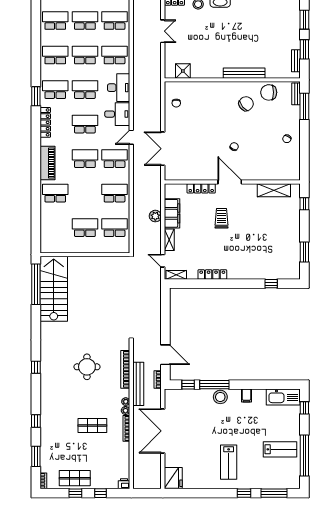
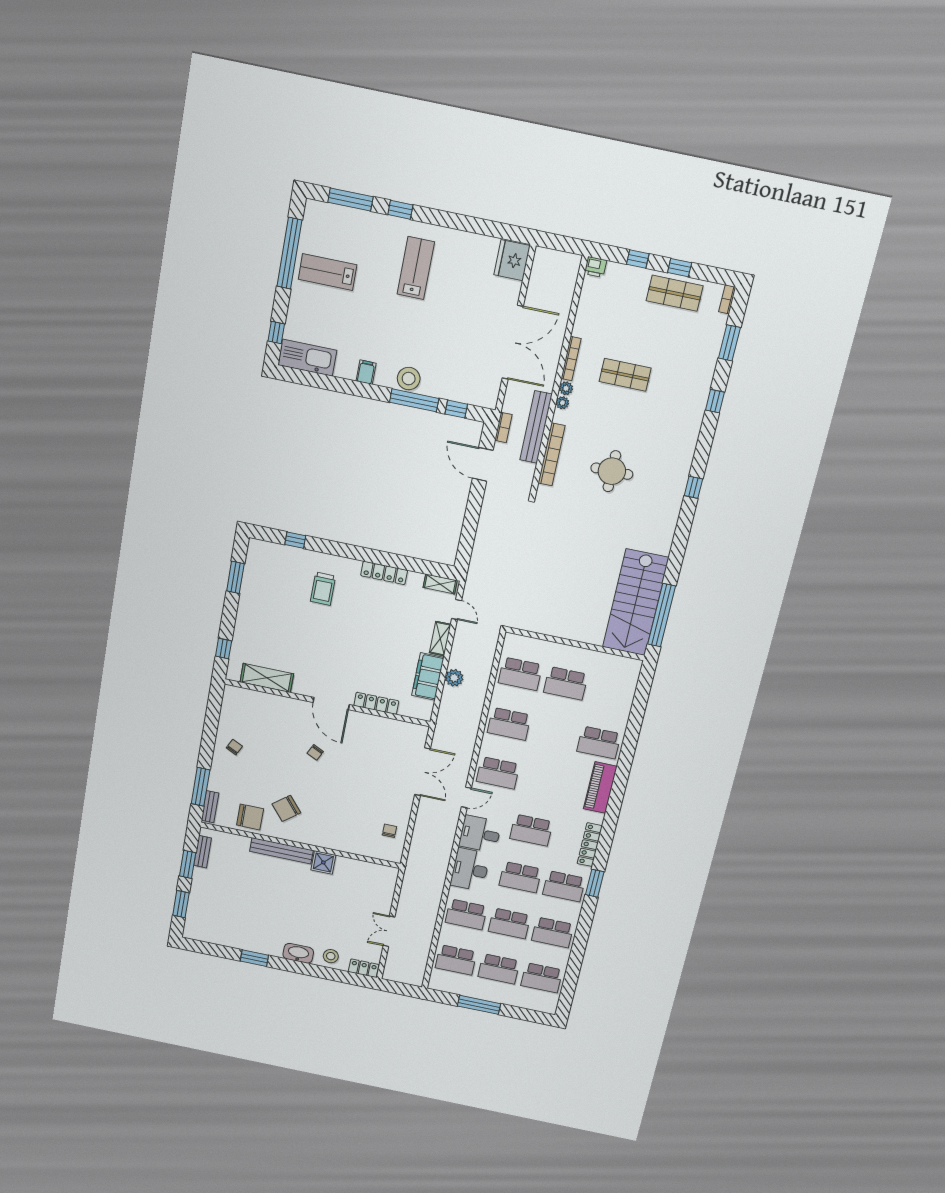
shower: (183, 71) -> (323, 862), moved
school desk: (85, 159) -> (543, 782), removed
trolley: (221, 218) -> (323, 589), moved

